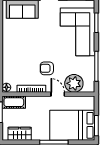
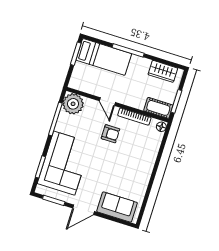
plant: (74, 83) -> (73, 104), moved
bed: (72, 125) -> (104, 57), width x0.67

